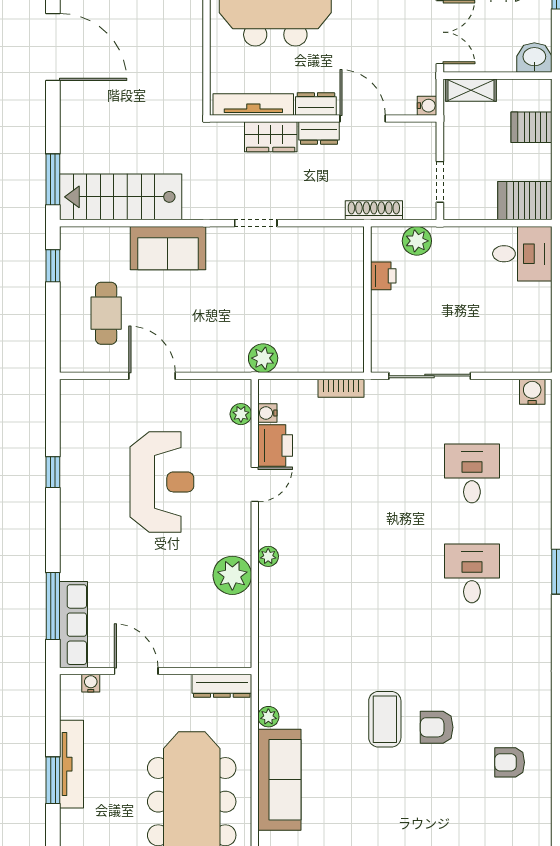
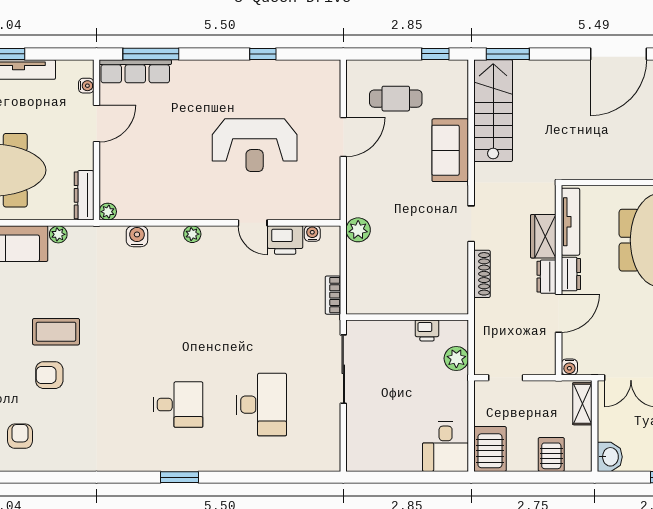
shoe rack: (374, 210) -> (482, 274), moved
water cooler: (532, 392) -> (137, 236), moved, turned -90
plant: (241, 414) -> (311, 211), removed
desk: (472, 473) -> (262, 405), width x1.37
plant: (232, 575) -> (108, 212), moved, width x0.53, depth x0.53
armchair: (437, 727) -> (49, 375), turned -90

